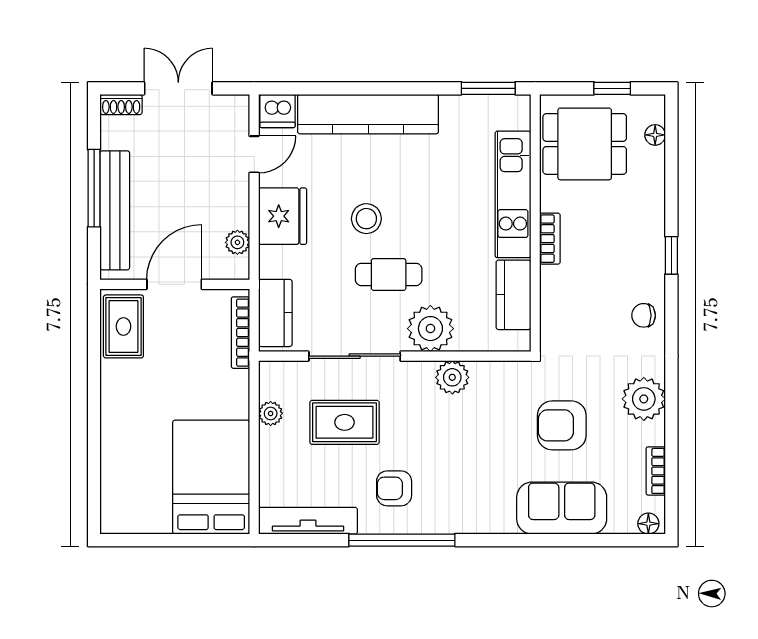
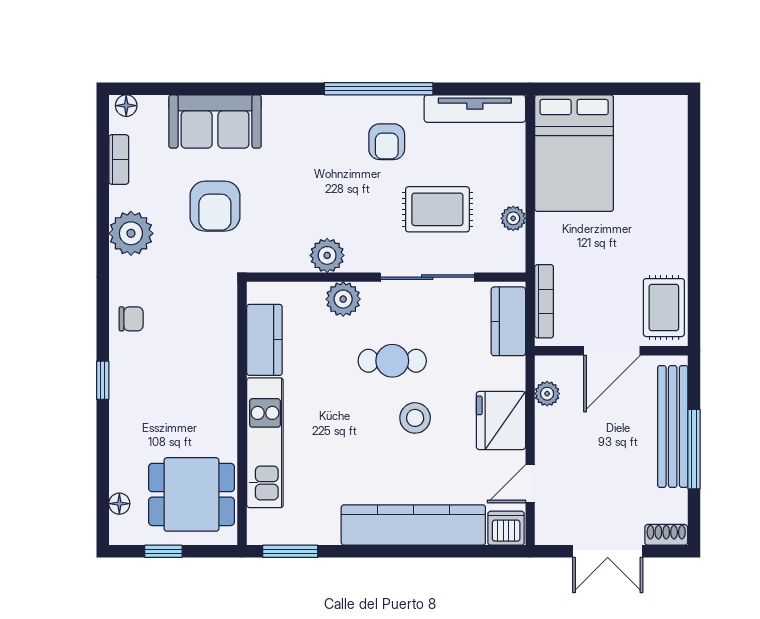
bookcase: (550, 239) -> (227, 397), removed
plant: (430, 329) -> (343, 299), width x0.73, depth x0.73
armchair: (562, 425) -> (215, 206), turned 90
armchair: (394, 488) -> (387, 142), turned 90

